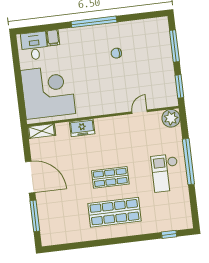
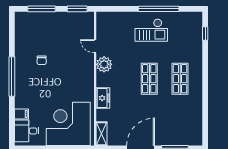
plant: (171, 118) -> (104, 64), moved
window: (188, 162) -> (159, 9), moved
shop shelf: (114, 212) -> (180, 79), width x0.70, depth x0.74

